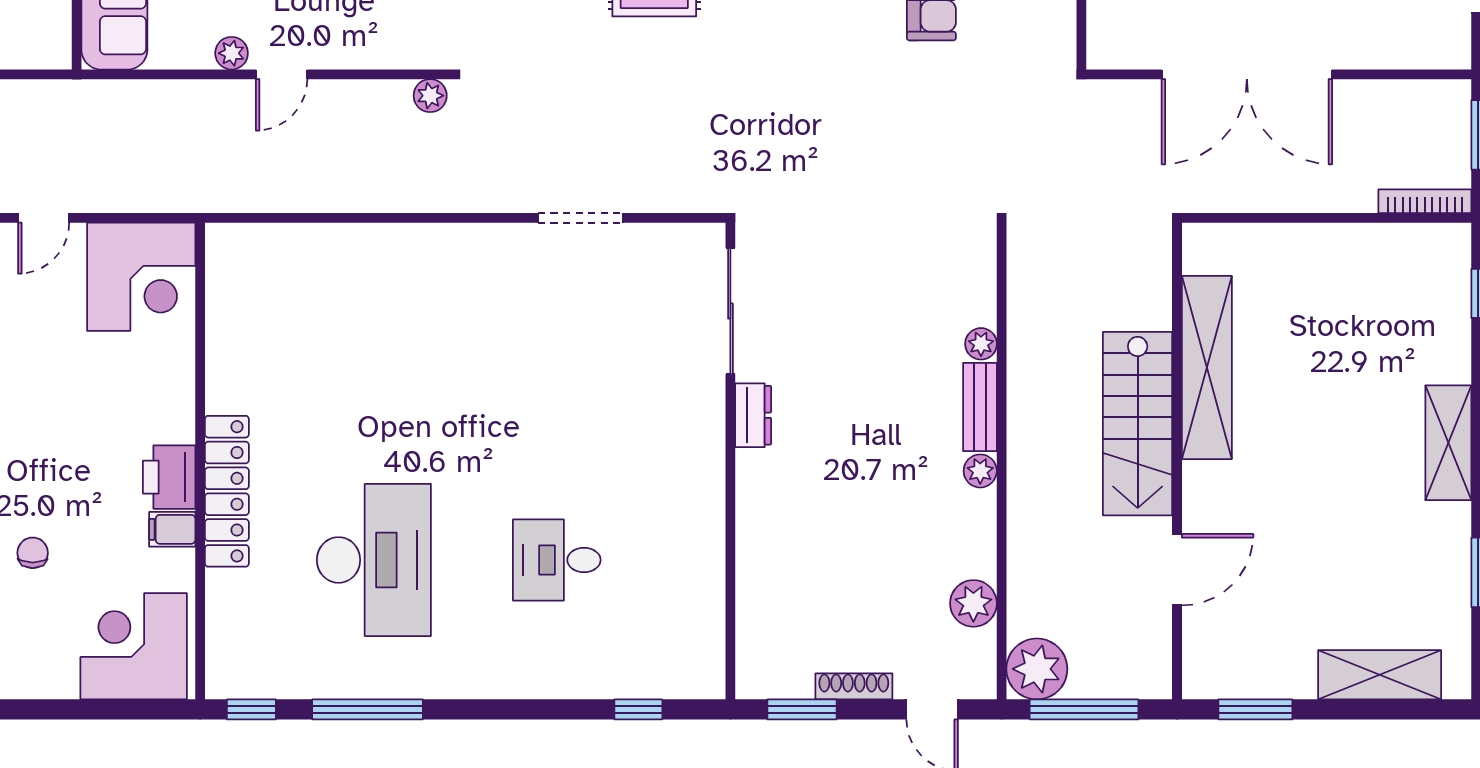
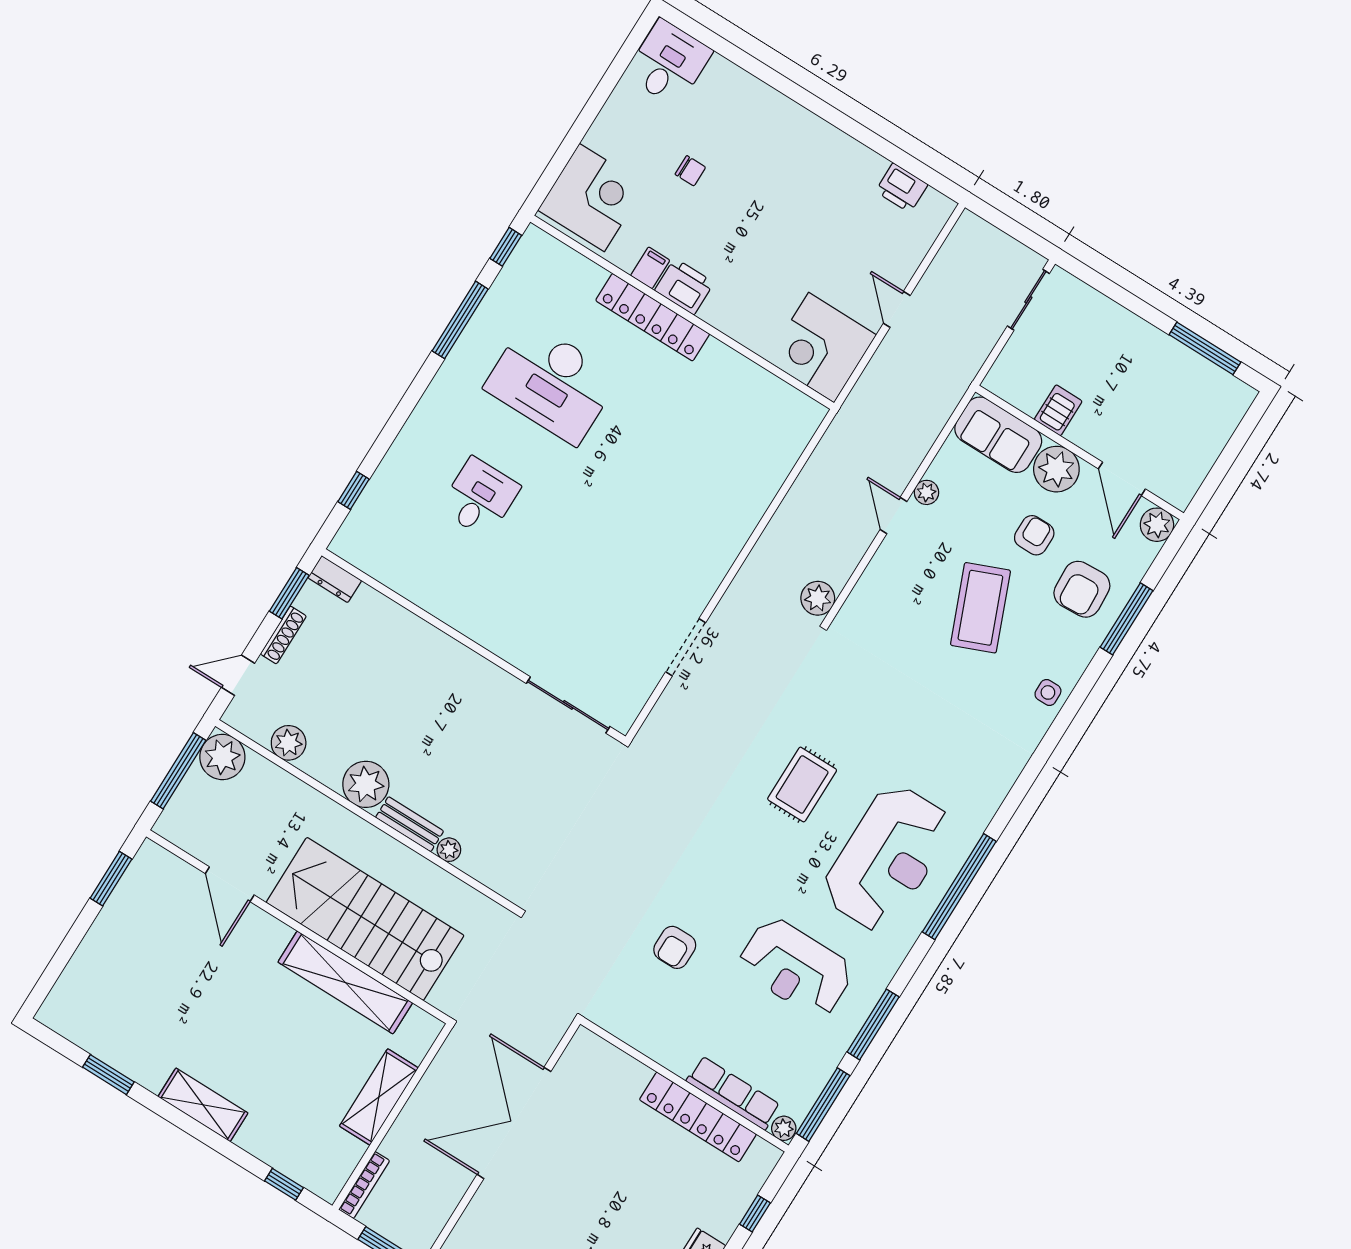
plant: (430, 96) -> (818, 598), width x1.38, depth x1.38
dresser: (753, 415) -> (335, 579), moved
stairs: (1138, 424) -> (365, 919), width x1.36, depth x1.51
plant: (980, 471) -> (366, 784), width x1.88, depth x1.88
shelving: (1380, 675) -> (379, 1097), moved

